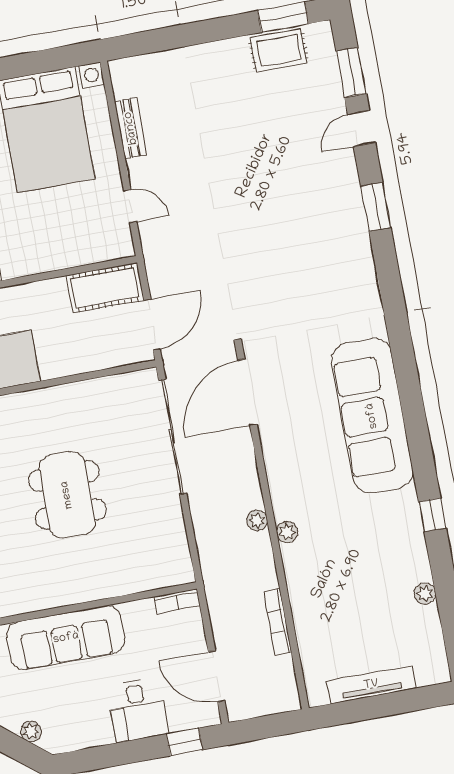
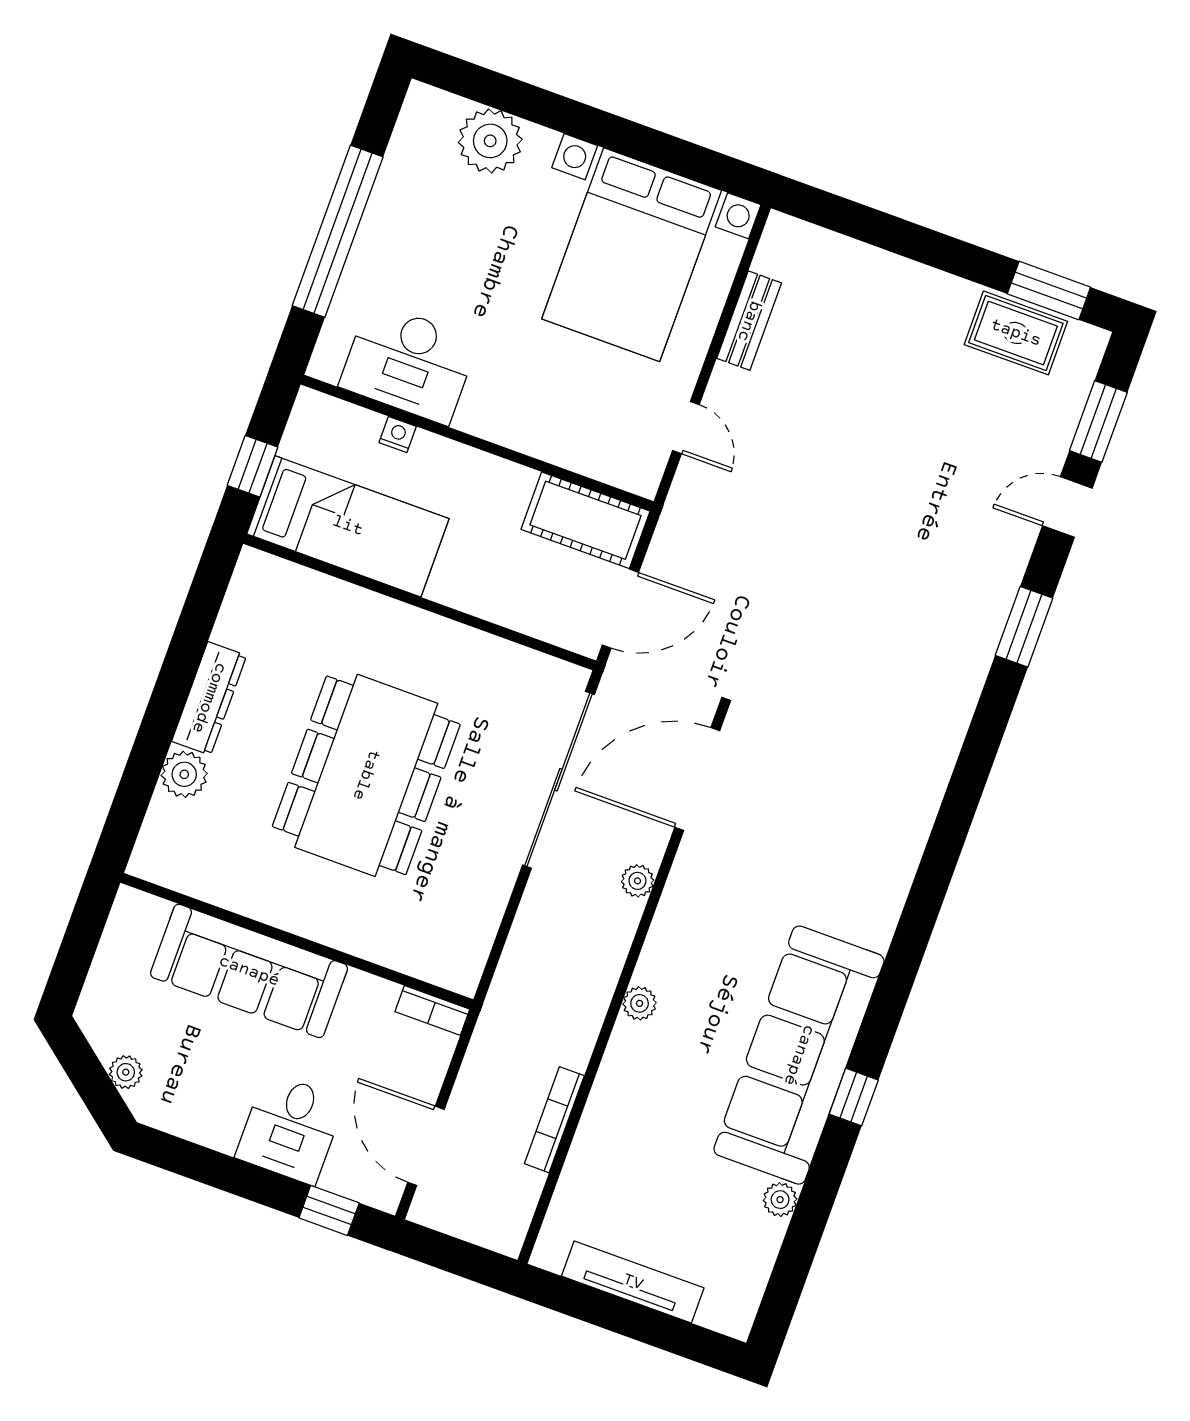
sofa: (372, 416) -> (799, 1055), moved
dining table: (67, 495) -> (366, 775), width x1.36, depth x1.24
plant: (257, 520) -> (637, 881), moved

